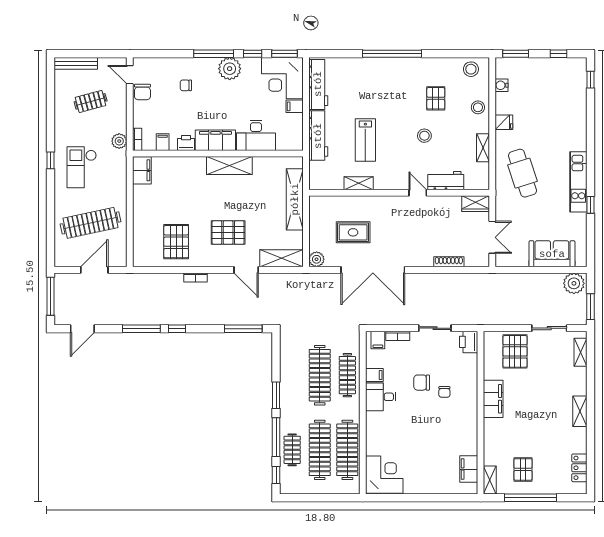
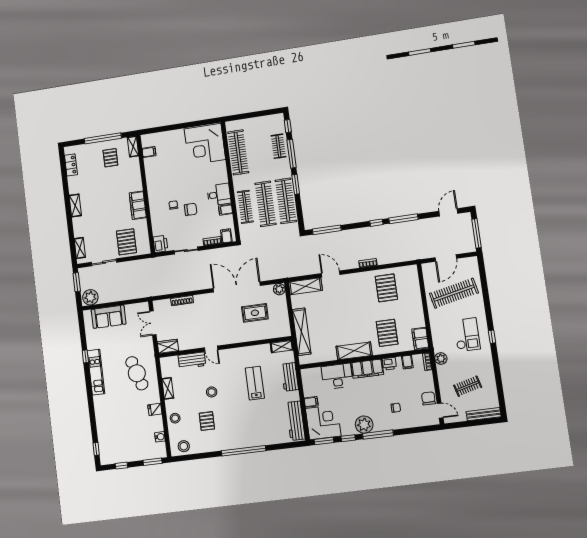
workbench: (318, 136) -> (290, 377), width x0.73
shelving: (359, 183) -> (282, 347), moved
pallet: (228, 232) -> (387, 333), moved, turned 90
clothes rail: (320, 450) -> (286, 201), moved
filing cabinet: (469, 469) -> (149, 152), width x0.50
corner desk: (384, 475) -> (205, 144), width x1.36, depth x1.36

